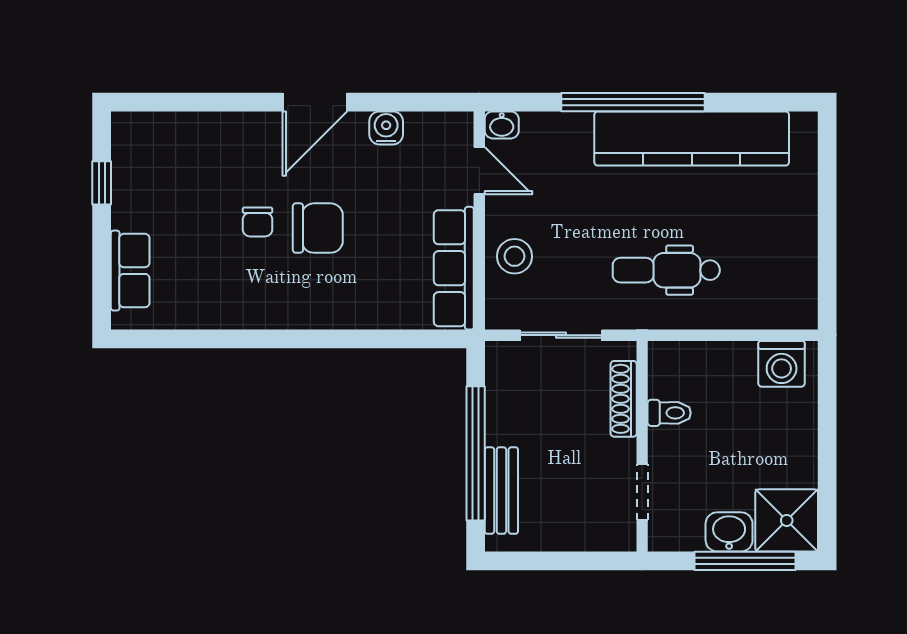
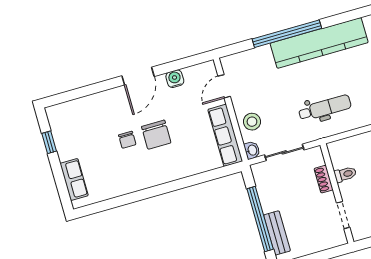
washbasin: (502, 125) -> (252, 150), moved, turned -90
door: (479, 171) -> (224, 86), swing flipped
chair: (318, 228) -> (156, 135), turned 90
dental chair: (666, 270) -> (325, 108), turned 180
shoe rack: (624, 399) -> (324, 179), width x0.70

